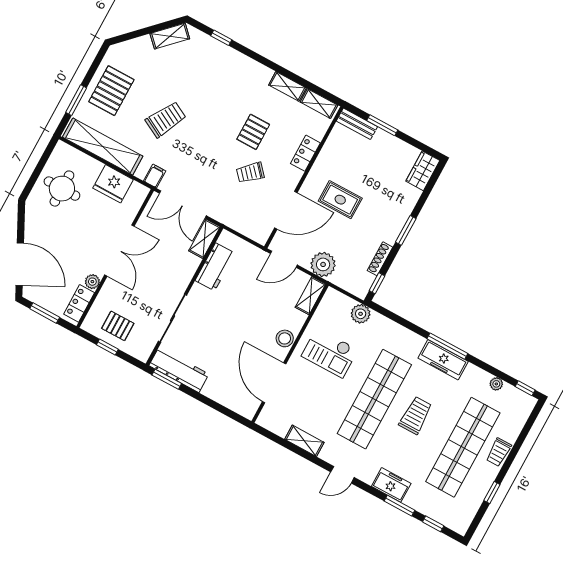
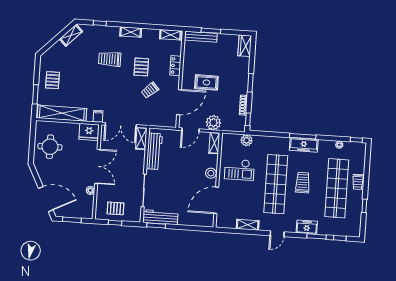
shelving: (287, 86) -> (131, 32), moved
pallet: (111, 91) -> (52, 80), width x0.67, depth x0.71
trolley: (166, 119) -> (110, 59), moved, turned -118
bench: (357, 124) -> (201, 37), width x1.36
fridge: (113, 184) -> (89, 132), moved
workbench: (215, 267) -> (154, 151), width x1.38
locker: (79, 303) -> (88, 206), removed
door: (274, 383) -> (216, 200), hinge flipped

